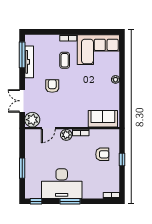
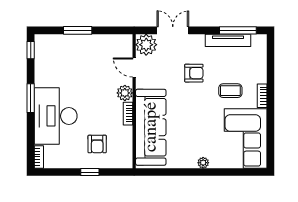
sofa: (103, 119) -> (151, 127), width x1.85, depth x1.27
desk: (62, 184) -> (56, 116), moved

